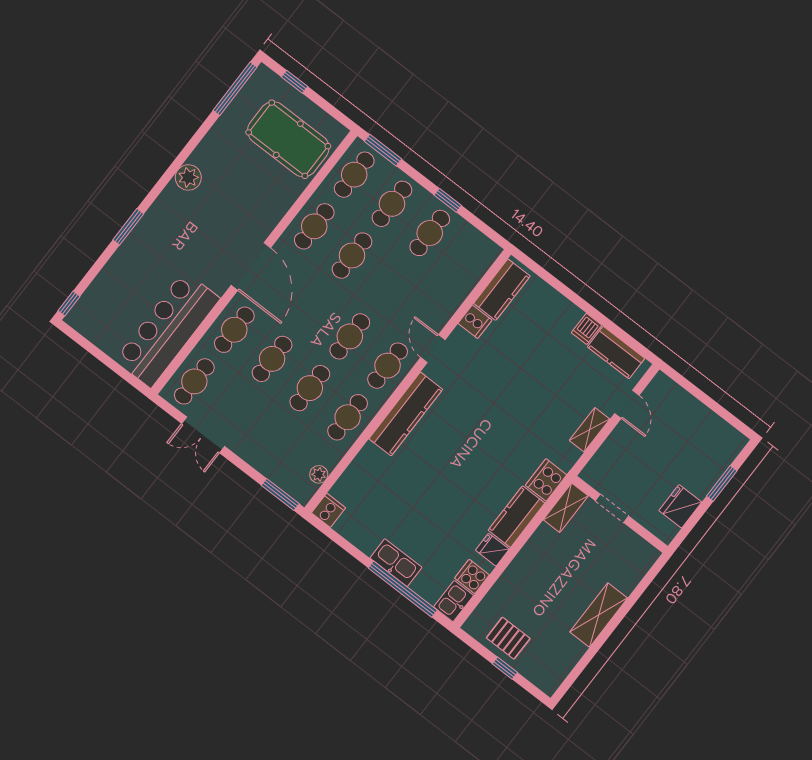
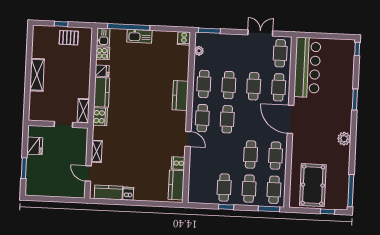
pool table: (288, 139) -> (313, 185), turned 90
kitchen counter: (406, 414) -> (180, 95), width x0.67

